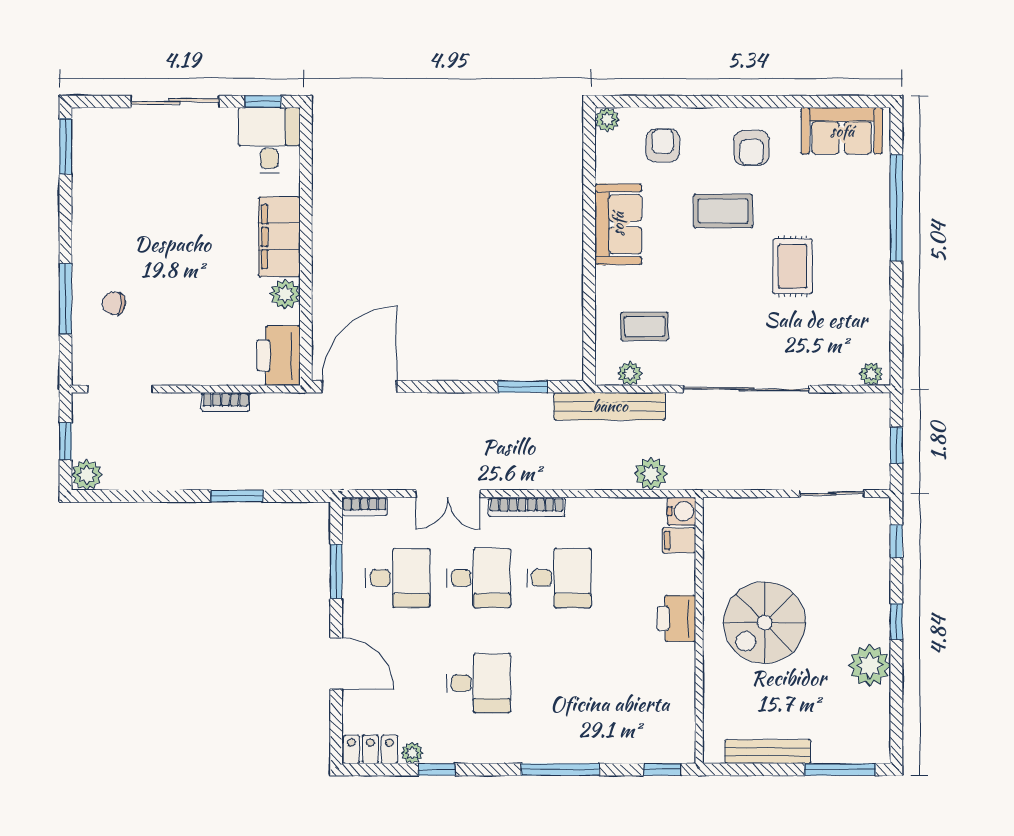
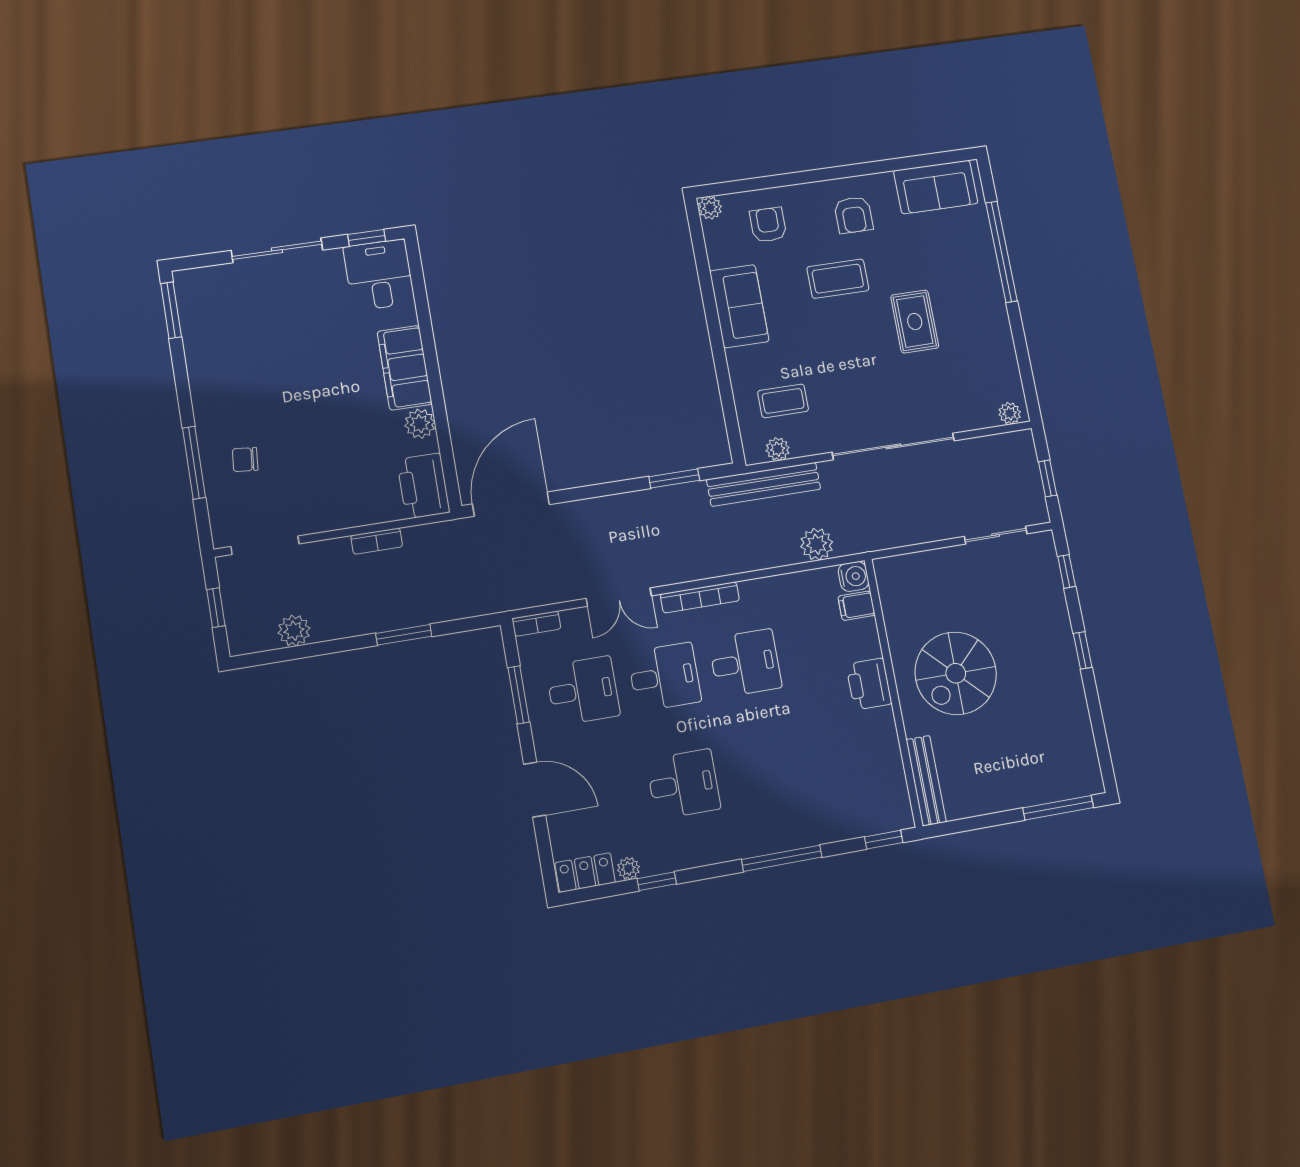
plant: (87, 475) -> (294, 631), moved
plant: (869, 666) -> (1066, 698), removed
bench: (768, 752) -> (926, 781), moved, turned 90

